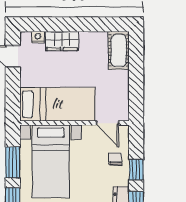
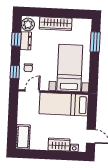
door: (108, 123) -> (32, 91), hinge flipped
window: (13, 162) -> (94, 68), removed
window: (136, 170) -> (15, 72), moved

